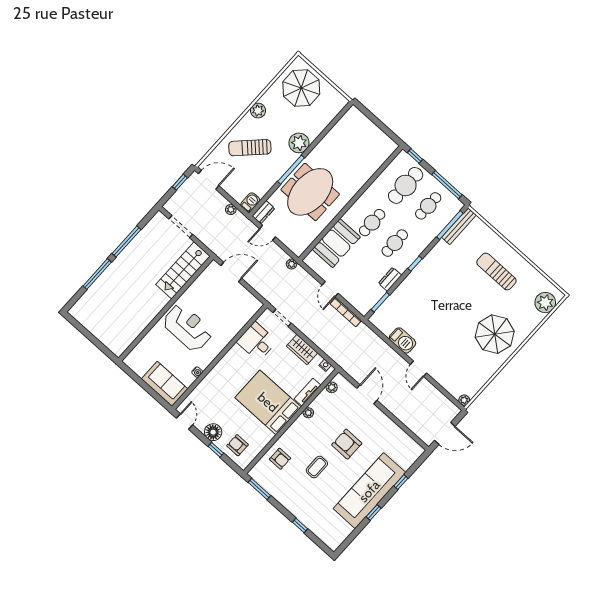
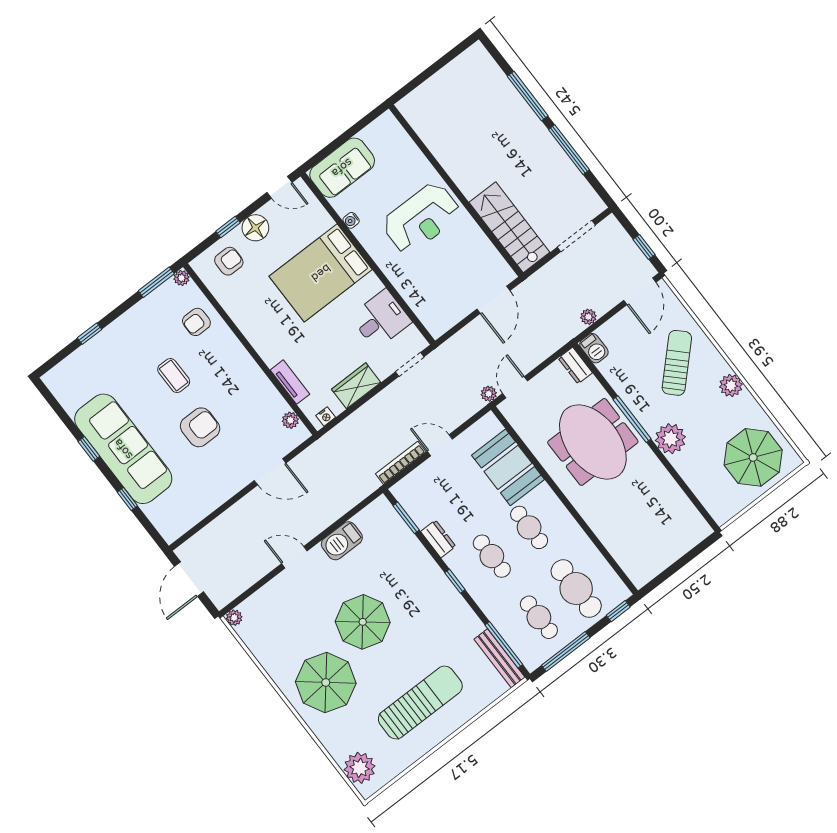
door: (267, 233) -> (515, 387), moved
sun lounger: (496, 271) -> (420, 703), width x1.36, depth x1.34
parasol: (452, 318) -> (363, 622), added
bed: (268, 402) -> (321, 273), moved, turned 180
plant: (308, 413) -> (182, 278), moved

